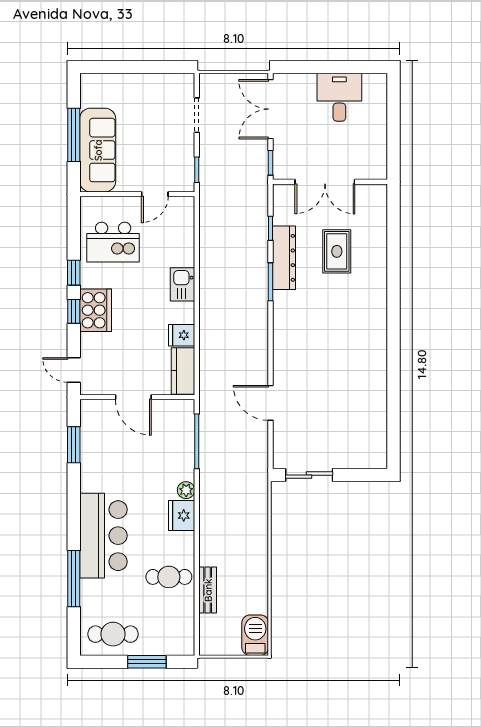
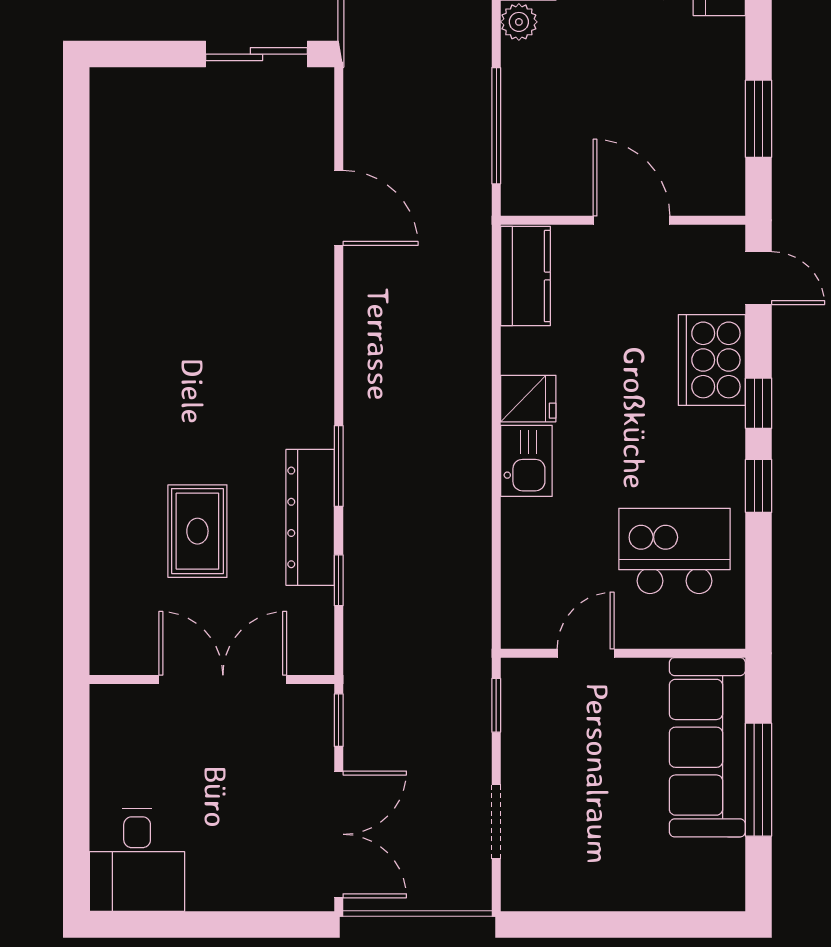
desk: (339, 97) -> (137, 860), moved
cooker: (96, 310) -> (712, 360), moved
fridge: (182, 335) -> (528, 399), moved

